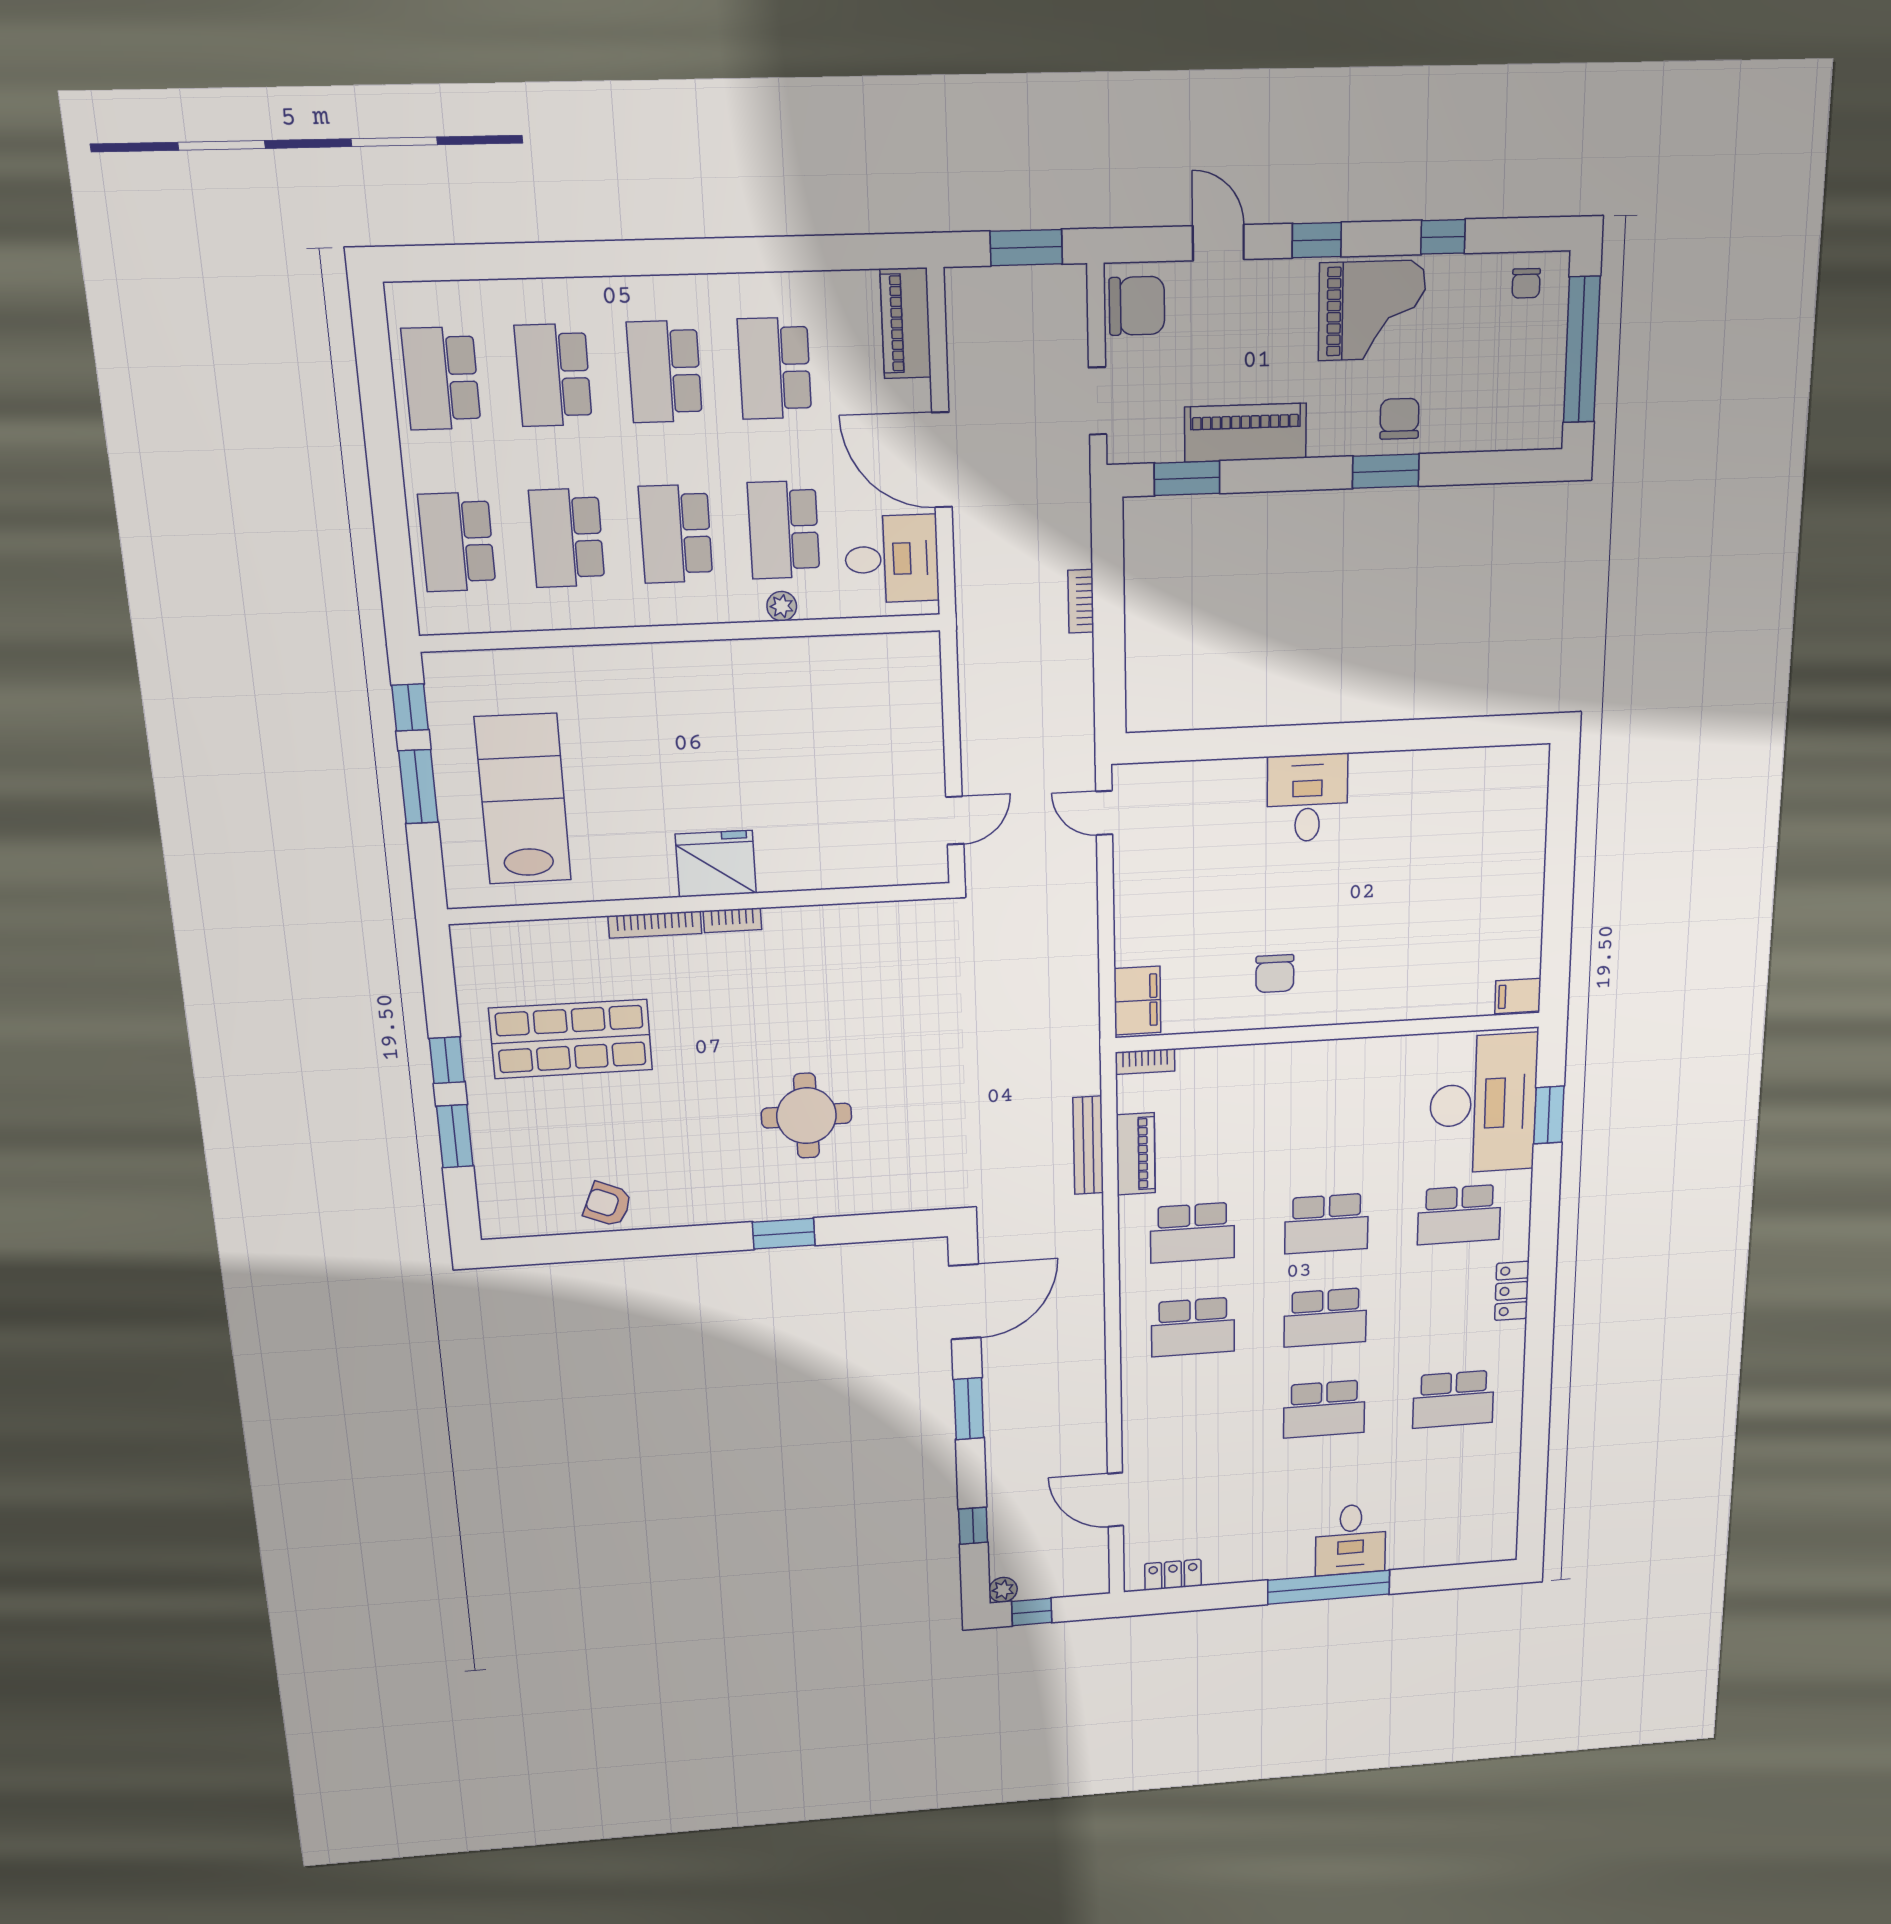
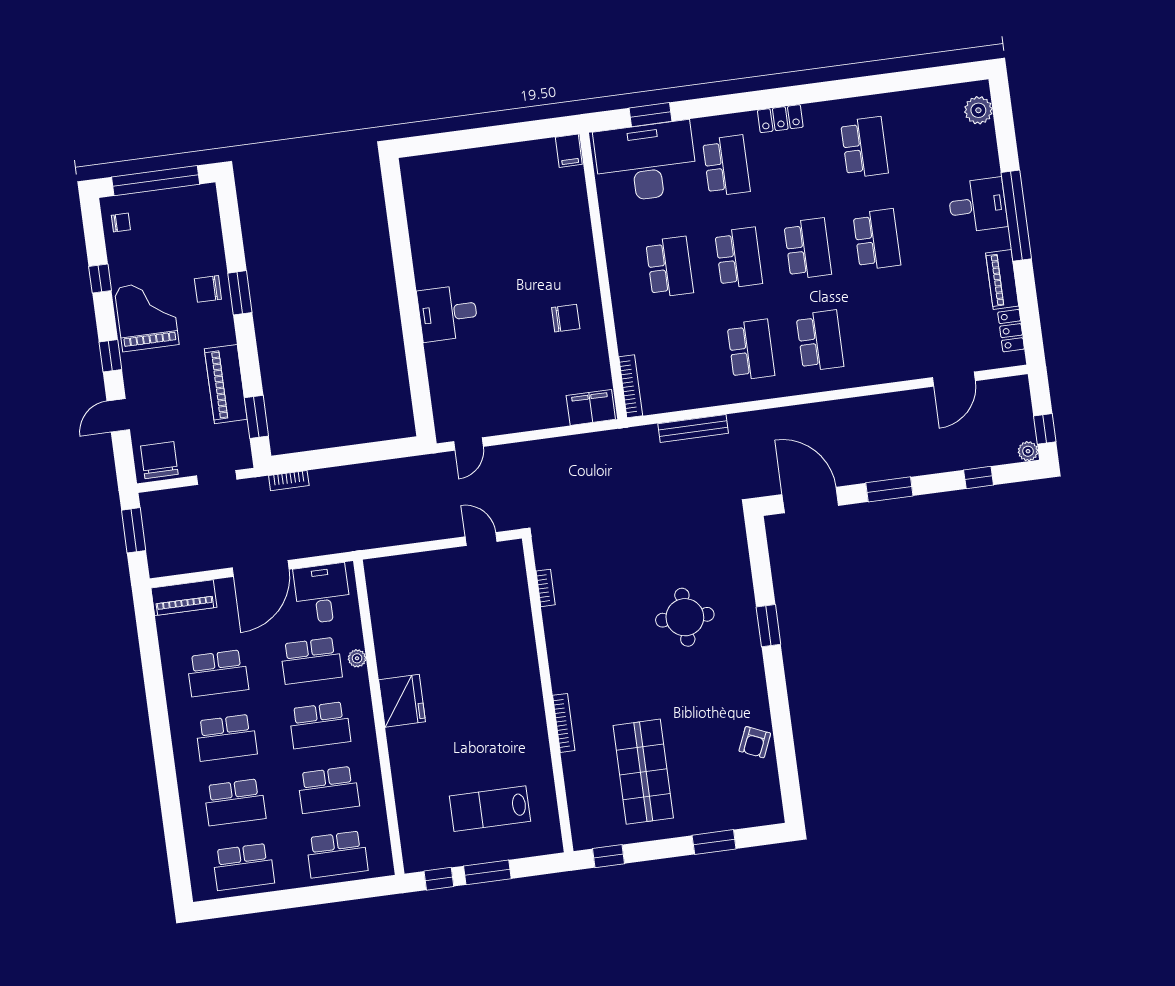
bookcase: (1081, 601) -> (289, 481), moved
lab bench: (523, 799) -> (490, 809), width x0.73, depth x0.72
fridge: (716, 864) -> (402, 701), moved, turned 180
bookcase: (732, 920) -> (546, 588), moved
window: (447, 1060) -> (609, 856), moved
bookcase: (1145, 1062) -> (631, 386), width x1.56
school desk: (1328, 1127) -> (670, 267), added
piano: (1136, 1154) -> (1002, 279), moved, turned -90
plant: (1478, 1546) -> (978, 110), added

